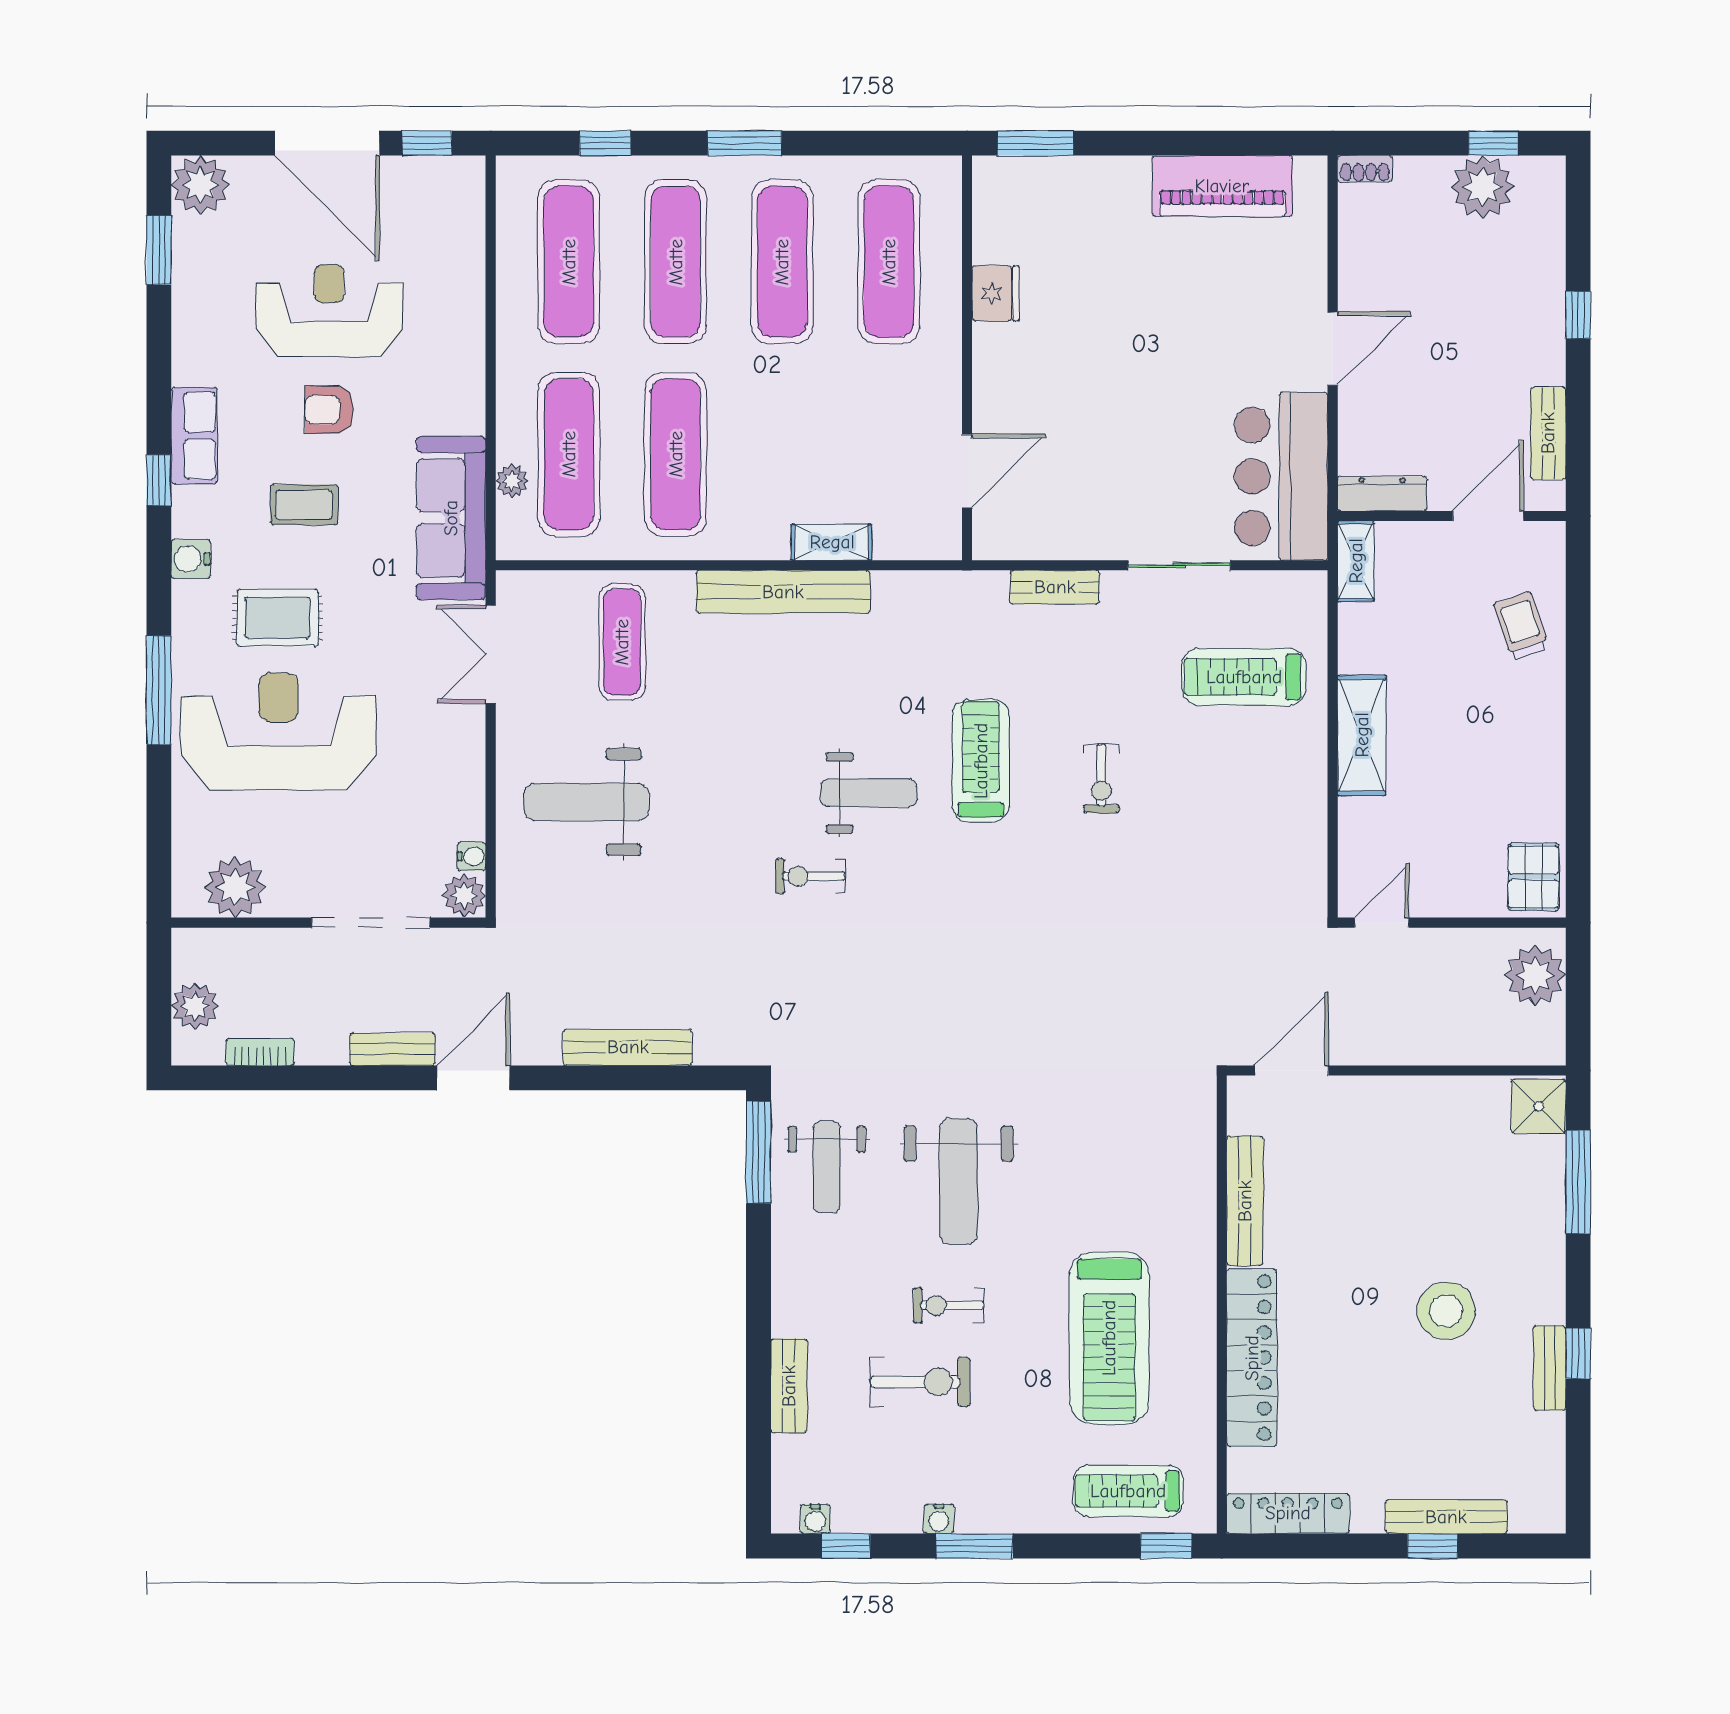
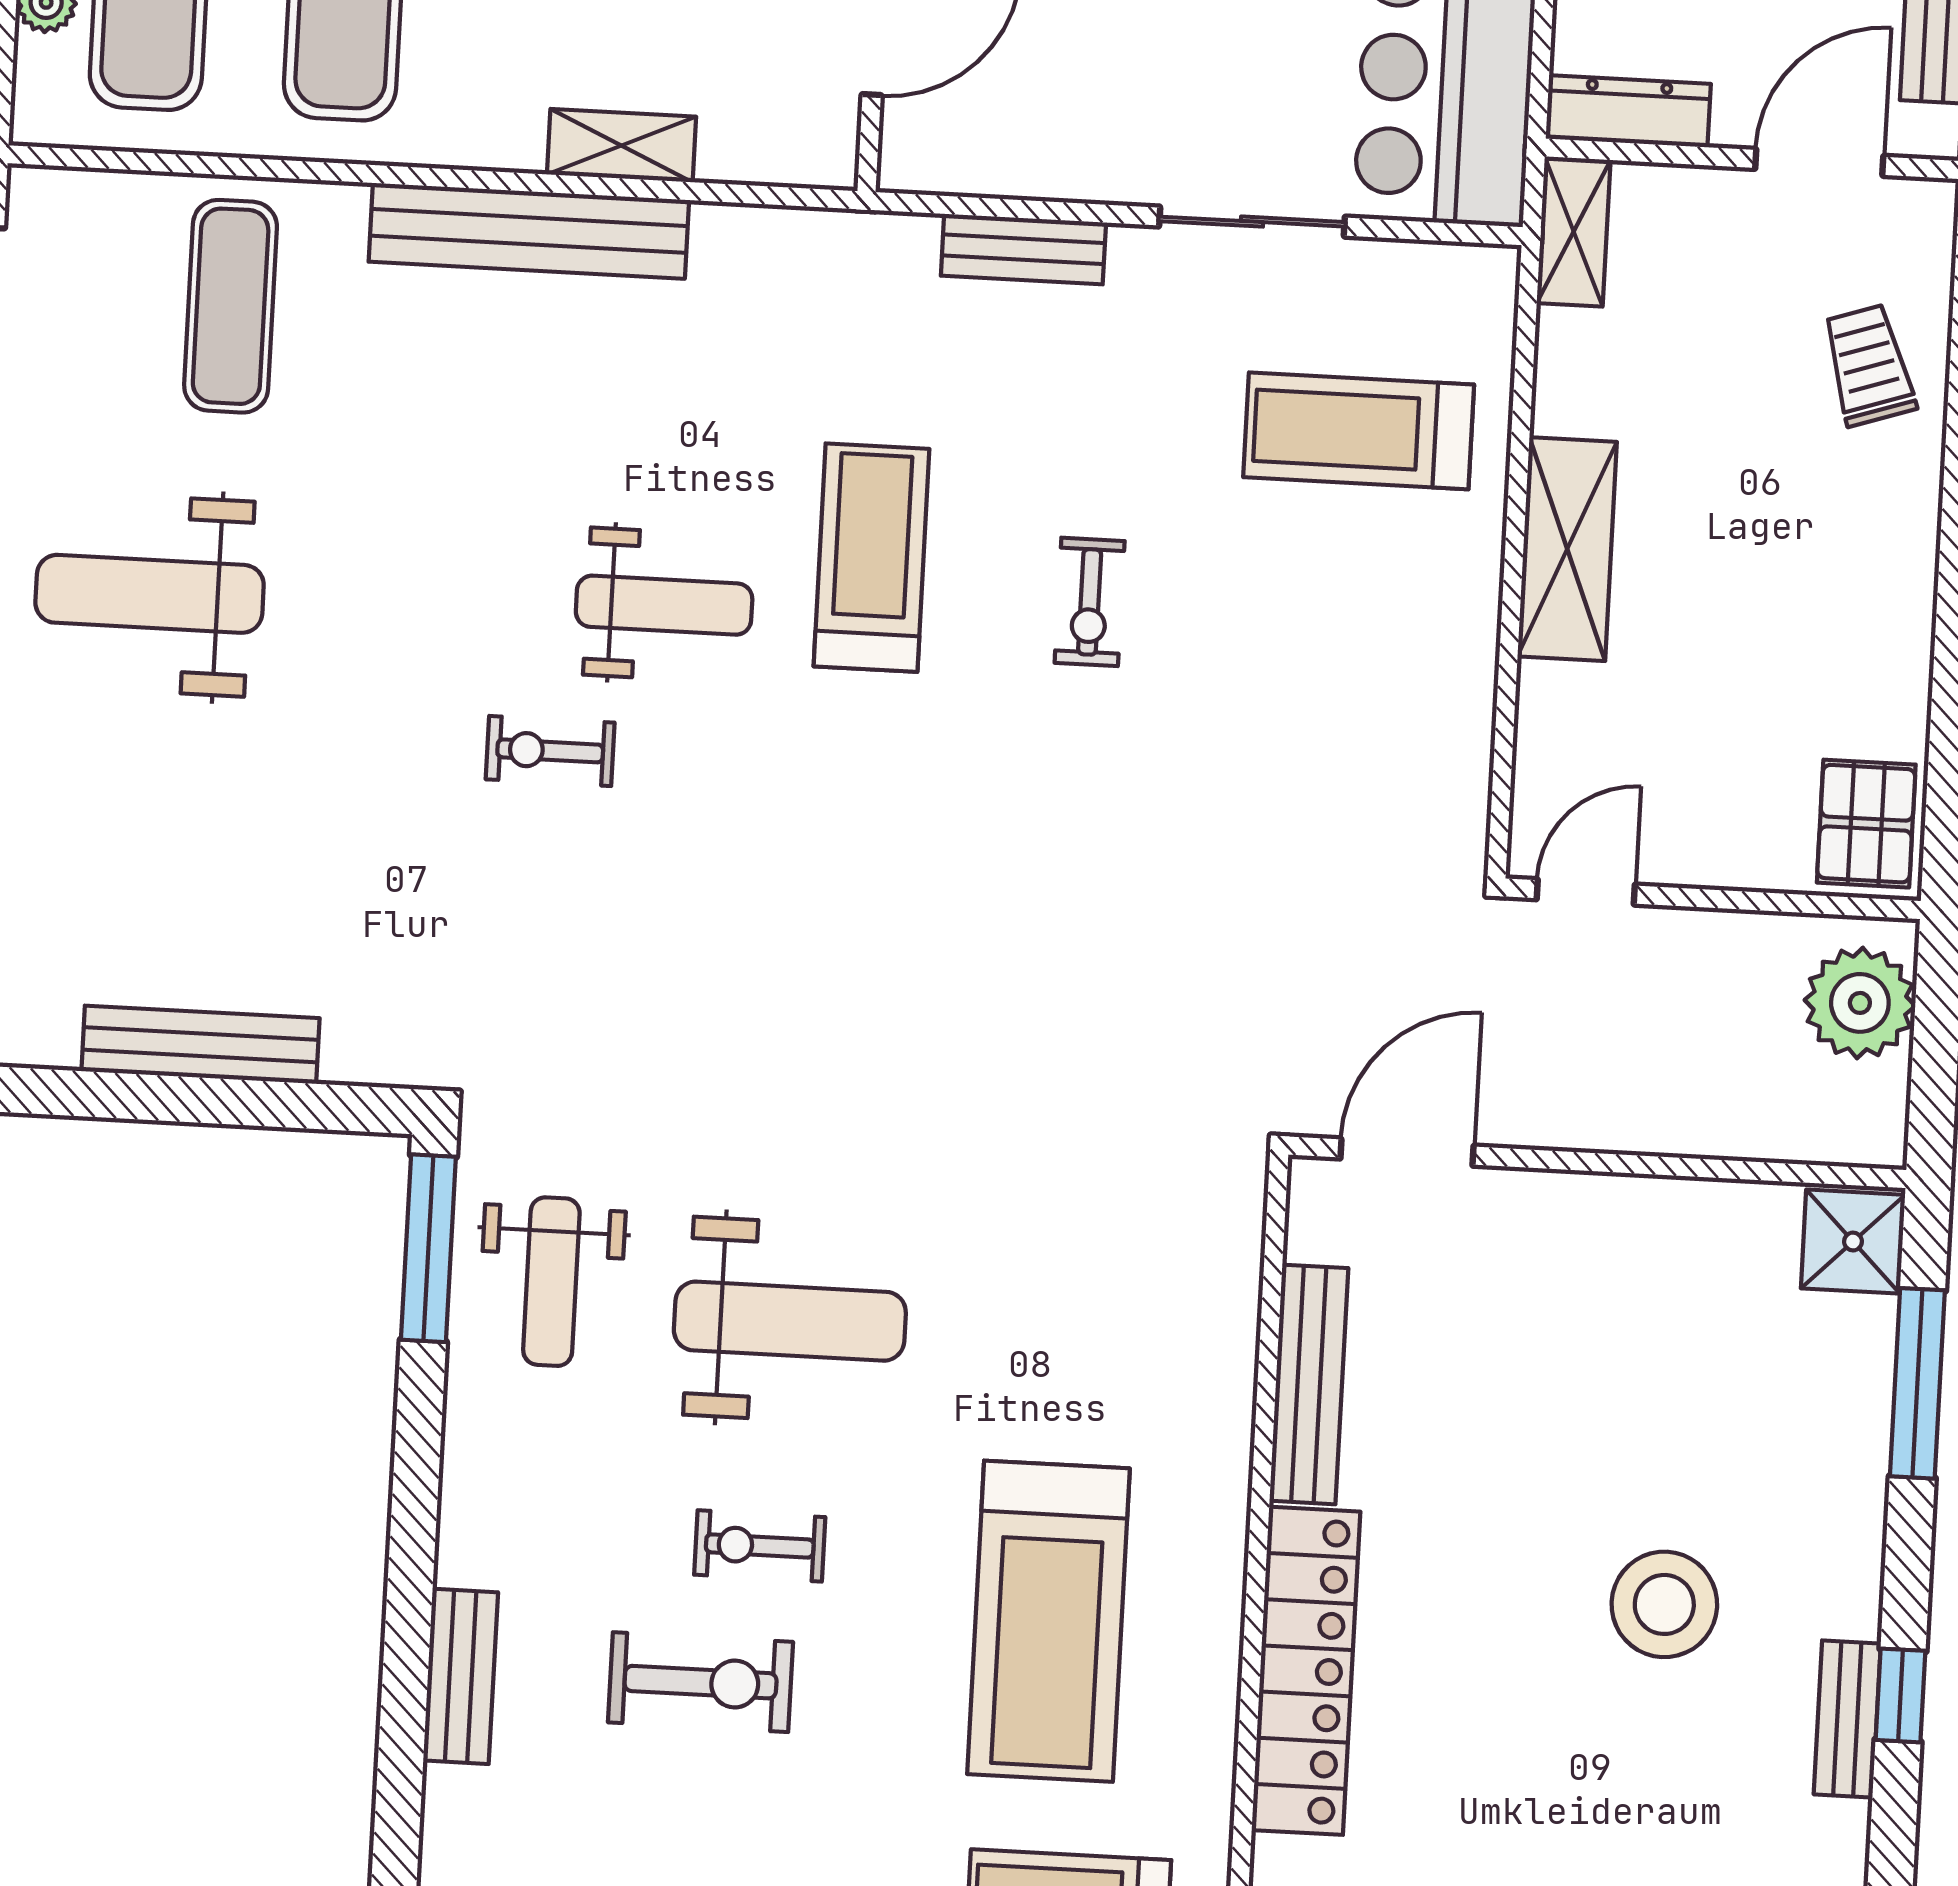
weight bench: (959, 1181) -> (790, 1321), turned -90

